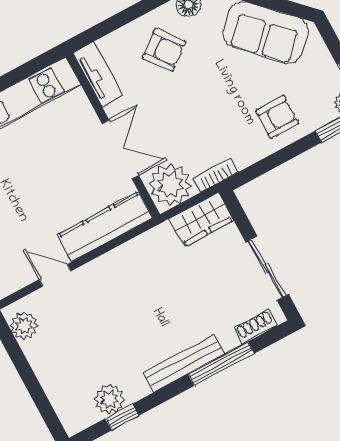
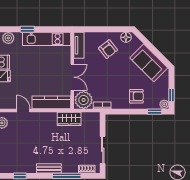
wardrobe: (202, 219) -> (69, 119), moved
bench: (184, 363) -> (49, 168), width x0.73
plant: (109, 399) -> (19, 167), removed

